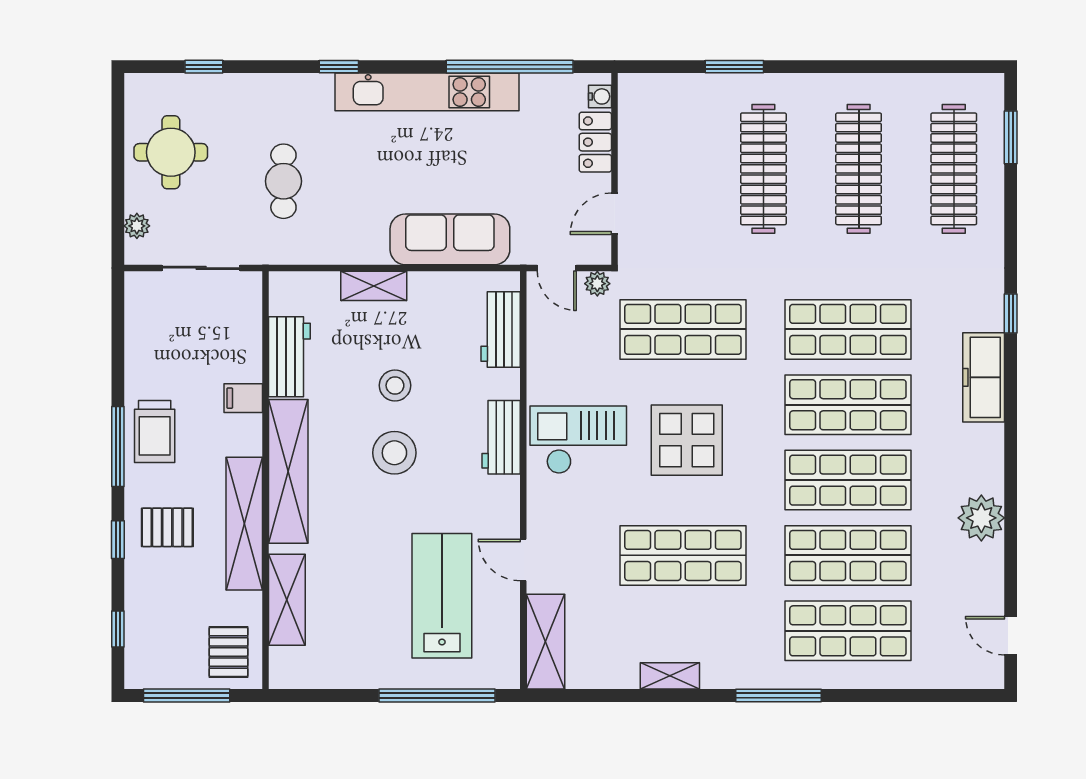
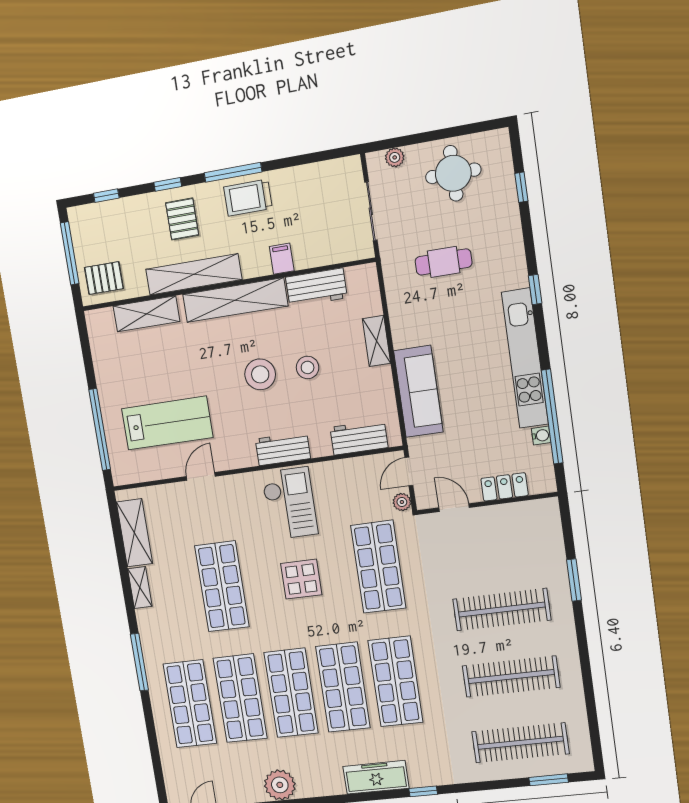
water cooler: (600, 96) -> (541, 435), moved, turned -90
display table: (687, 440) -> (301, 579), width x0.73, depth x0.73
shelving: (546, 642) -> (134, 533), moved, turned 90

